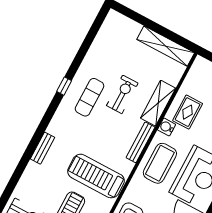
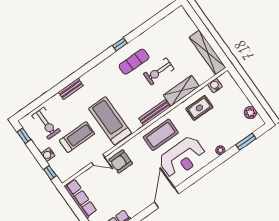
exercise bike: (122, 94) -> (159, 71), turned 180
water cooler: (167, 127) -> (215, 85), moved
bench: (43, 148) -> (71, 89), moved

